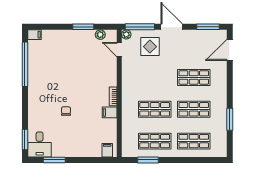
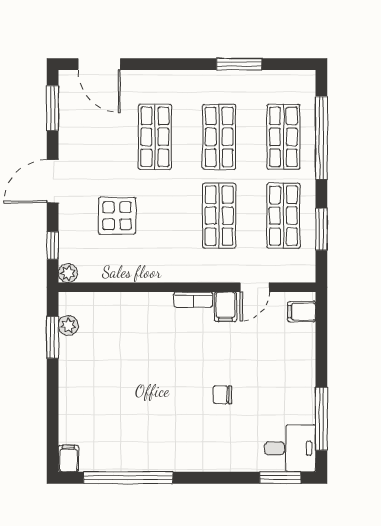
window: (83, 27) -> (53, 337), moved
window: (140, 27) -> (53, 246), width x0.46
display table: (150, 47) -> (117, 216), moved
door: (119, 50) -> (255, 287), moved
window: (54, 160) -> (321, 419), width x1.44
window: (193, 160) -> (321, 138), added

